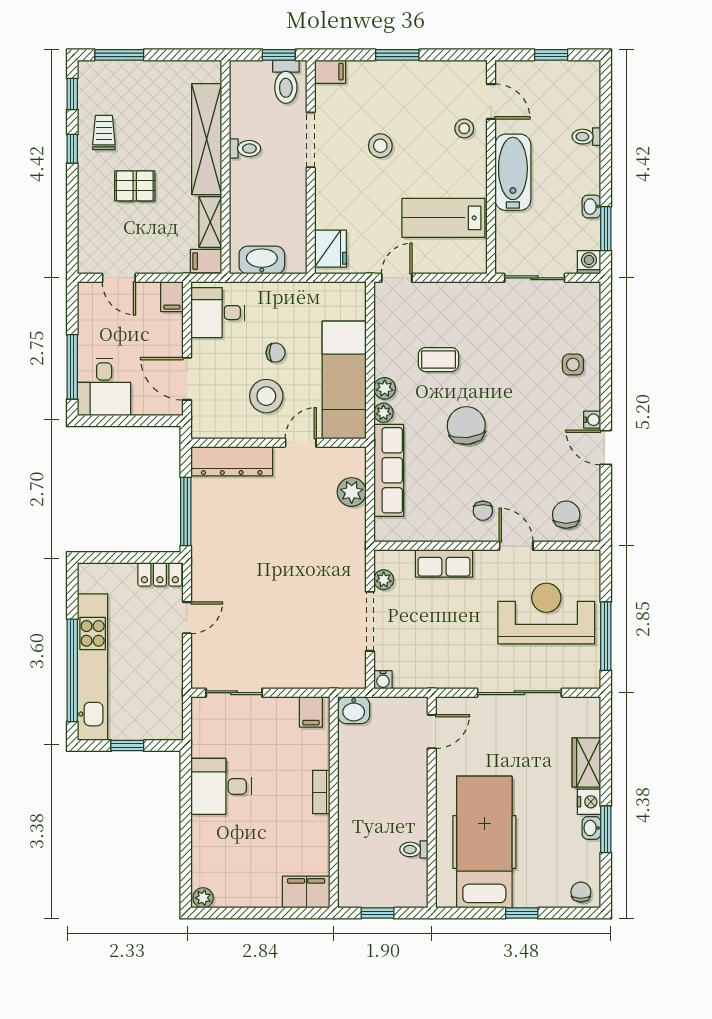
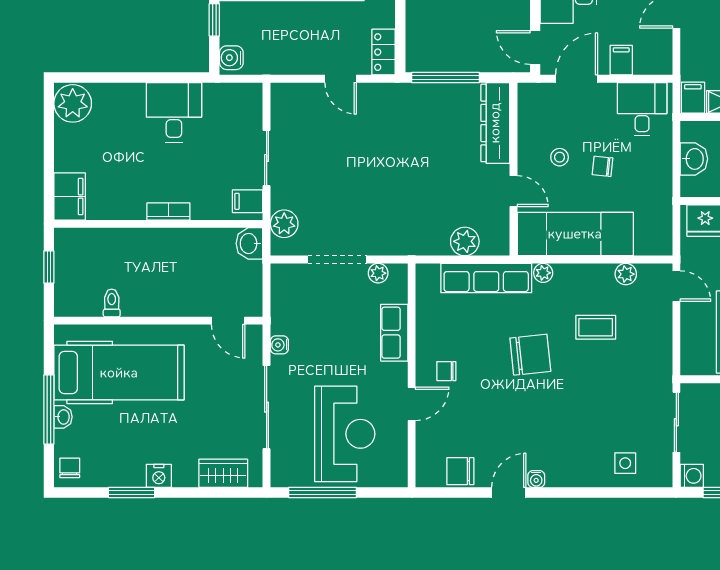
washbasin: (262, 260) -> (694, 159), width x0.72
filing cabinet: (172, 297) -> (621, 60), moved, turned 90
chair: (276, 353) -> (603, 166), turned 96
coffee table: (438, 360) -> (596, 327), turned 90
side table: (573, 365) -> (625, 463), moved
plant: (385, 388) -> (626, 274), moved
stool: (266, 396) -> (560, 157), width x0.53, depth x0.53
door: (155, 421) -> (535, 47), added
chair: (566, 515) -> (460, 471), moved, turned 180
plant: (334, 675) -> (284, 224), added
water cooler: (383, 680) -> (279, 345), moved
sliding door: (234, 693) -> (267, 158), moved
water cooler: (166, 728) -> (231, 58), added
wardrobe: (586, 762) -> (223, 473), moved
washbasin: (591, 828) -> (63, 417), moved, turned 90
chair: (581, 892) -> (70, 468), turned -90
plant: (203, 898) -> (73, 103), width x1.88, depth x1.88
window: (522, 913) -> (49, 410), width x2.17

